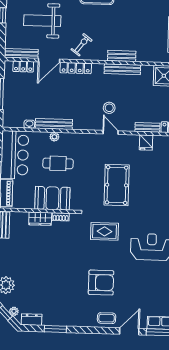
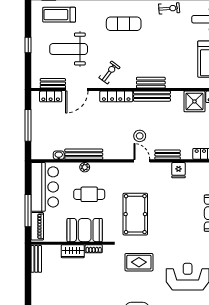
bench: (21, 53) -> (53, 83), width x0.73
locker: (76, 68) -> (116, 96), moved
bench: (147, 127) -> (168, 155), moved
pool table: (117, 185) -> (135, 214), moved

